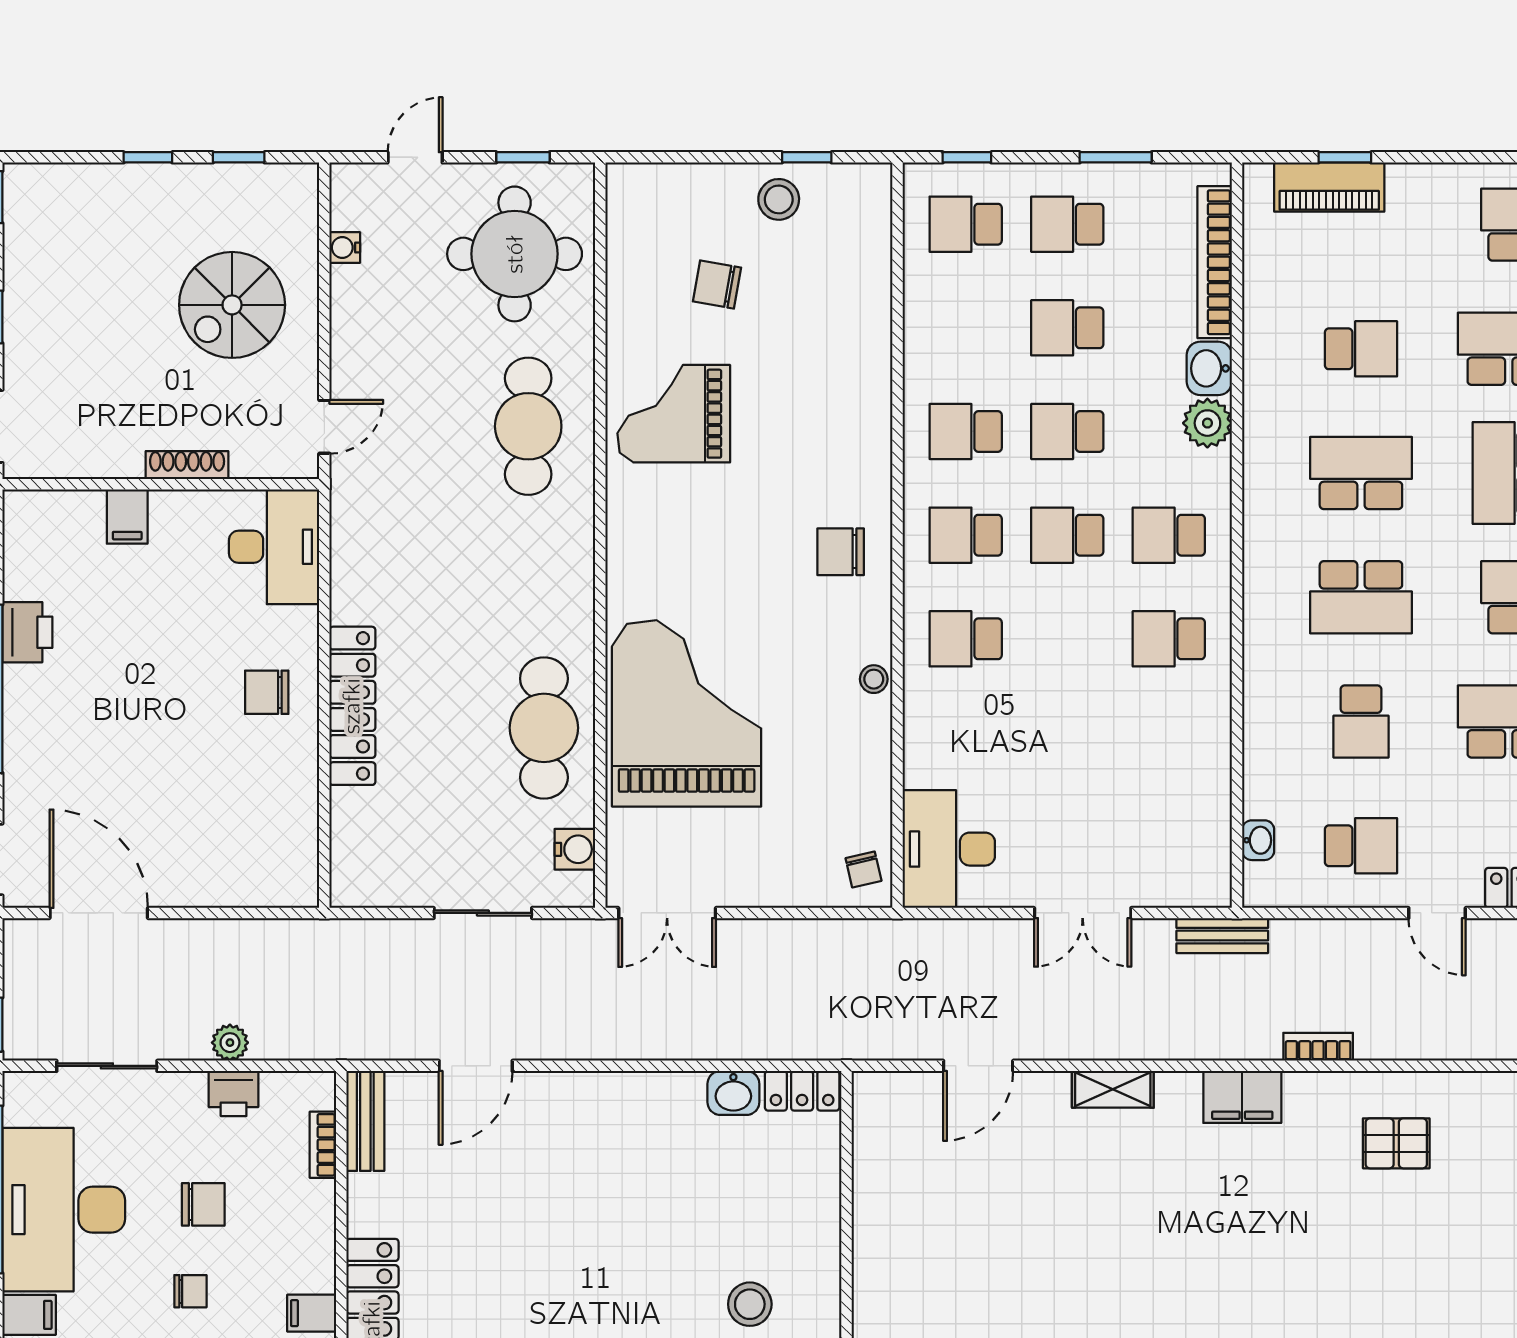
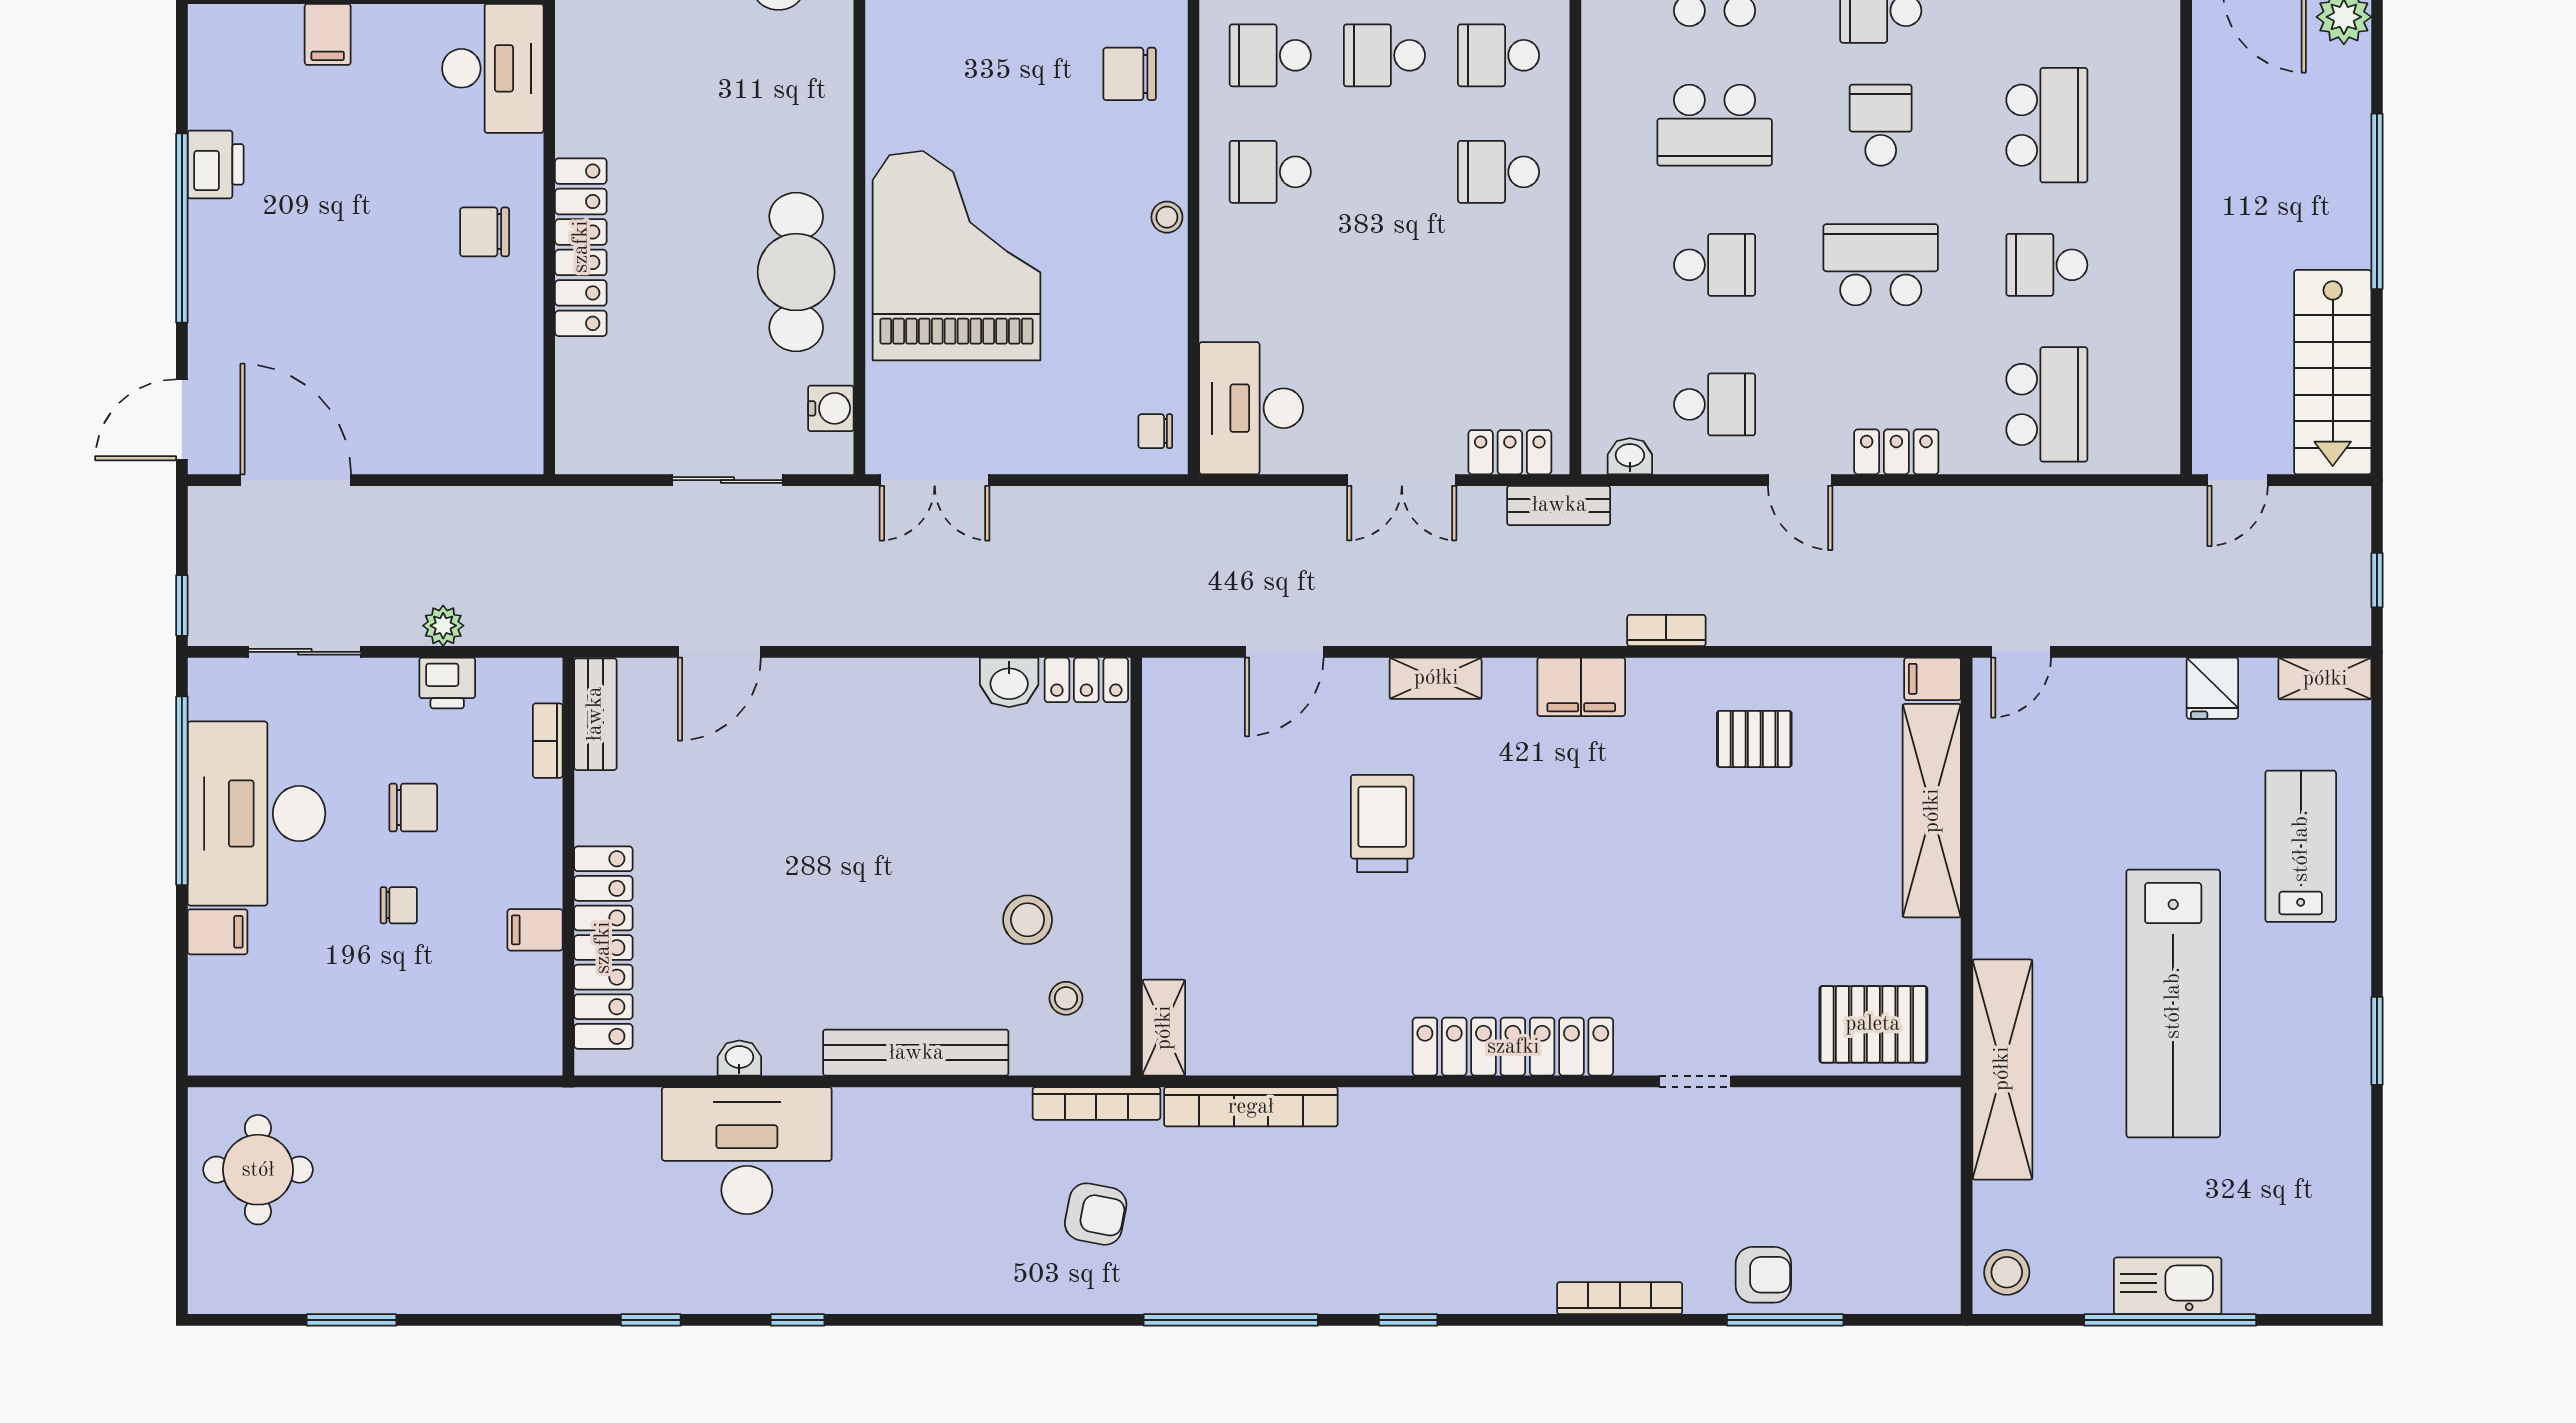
school desk: (1361, 721) -> (1715, 265), turned -90
washbasin: (1258, 840) -> (1630, 456), moved, turned -90
chair: (863, 869) -> (1155, 431), turned 103
locker: (1179, 888) -> (1510, 452), added
trolley: (1065, 1219) -> (1382, 824), added

